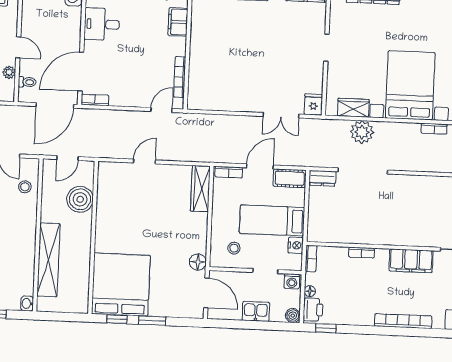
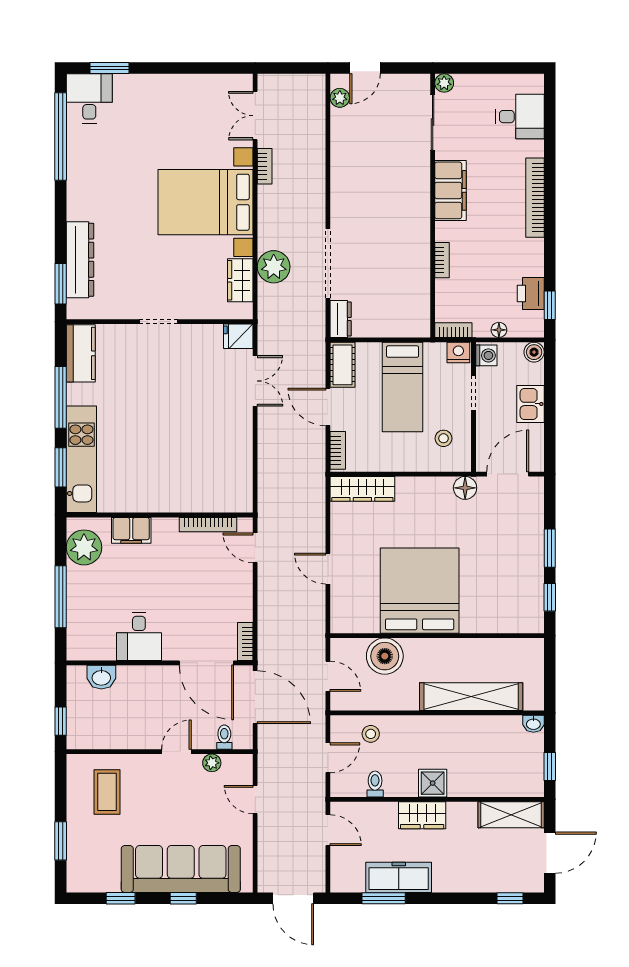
nightstand: (296, 245) -> (458, 352), moved
bed: (121, 285) -> (420, 591), moved, turned 90
printer: (313, 310) -> (531, 293), moved, turned -90

